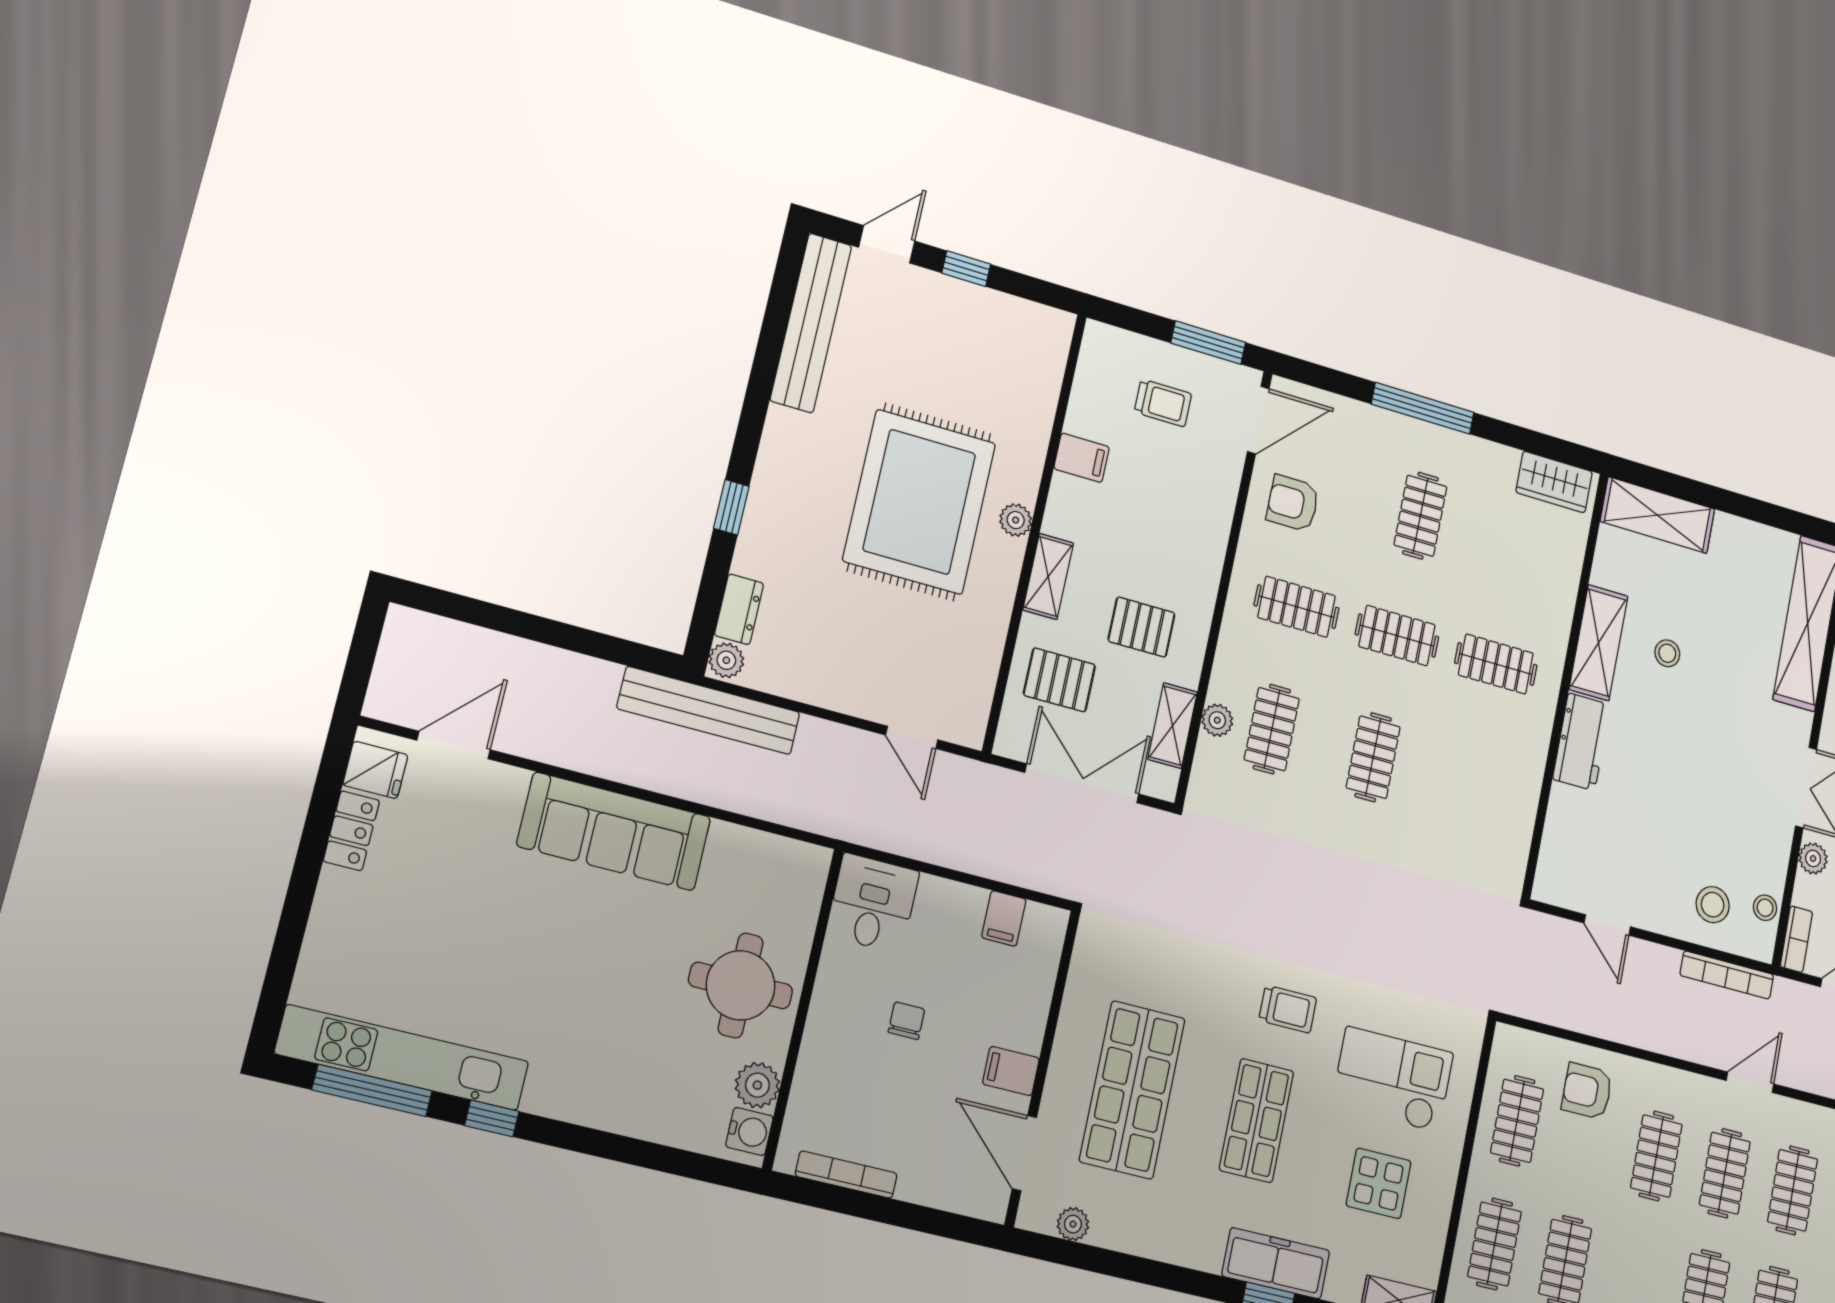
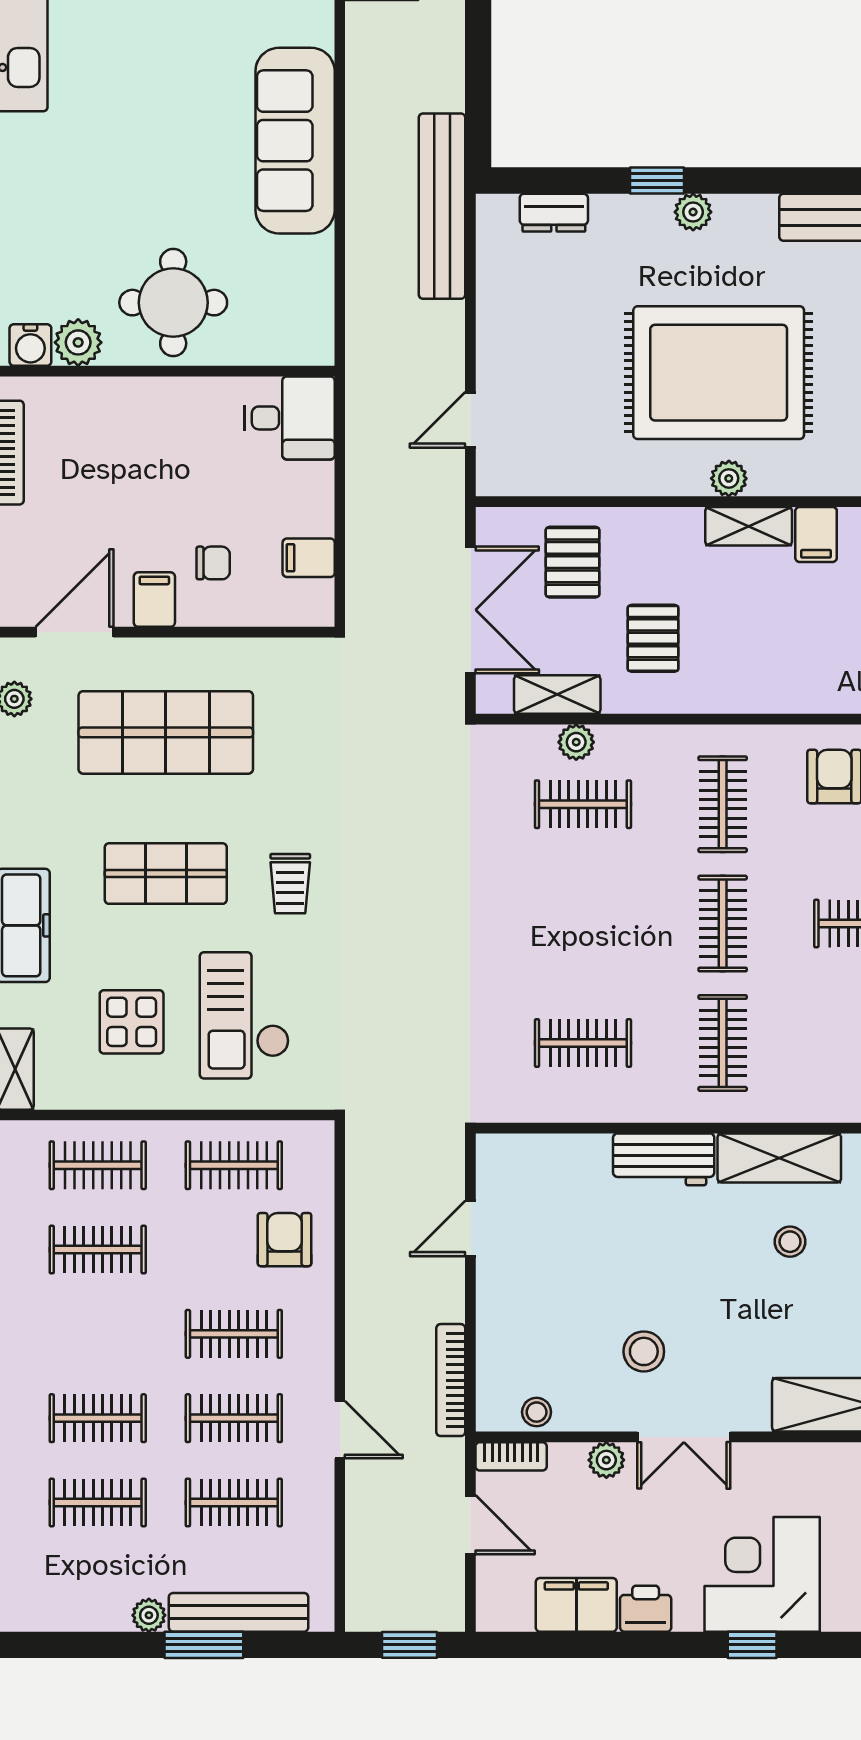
shelving: (1048, 576) -> (749, 526), moved
plant: (726, 660) -> (693, 212), moved
clothes rail: (1373, 757) -> (583, 1043), moved
stool: (1713, 905) -> (644, 1351), moved
chair: (906, 1021) -> (213, 563), moved
checkout: (1393, 1079) -> (244, 1015), turned 180

